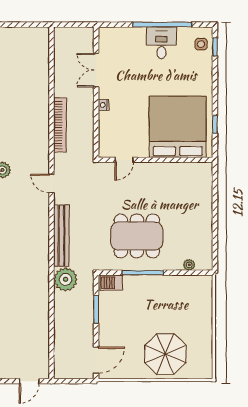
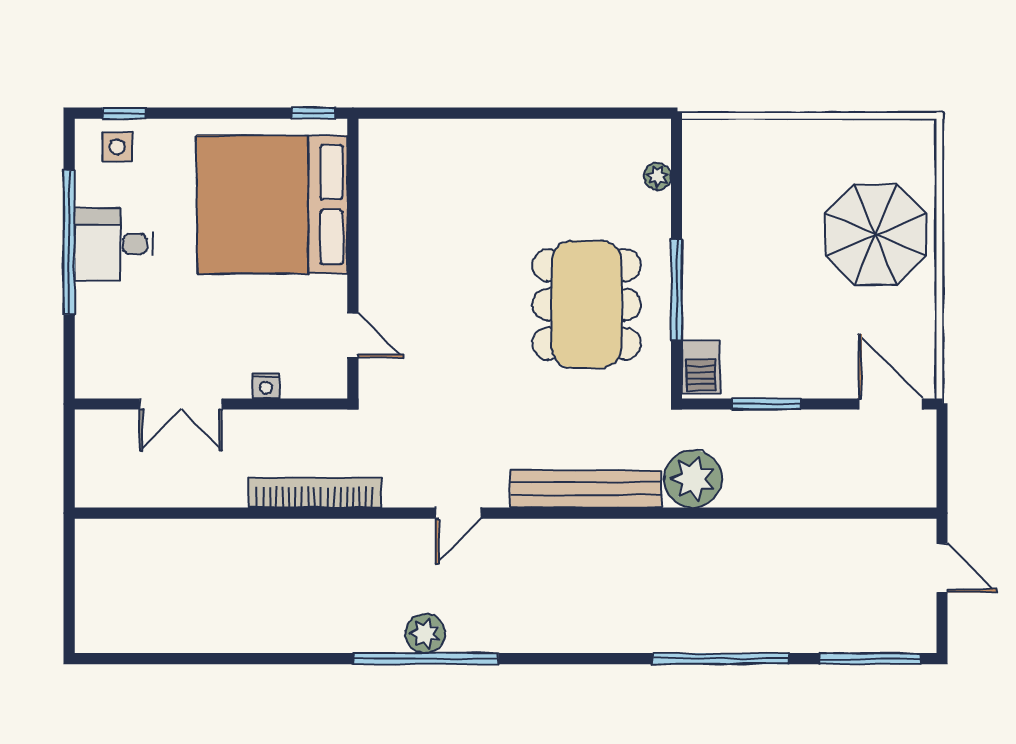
bed: (178, 127) -> (272, 205), moved
door: (124, 160) -> (353, 335), moved
wall: (156, 160) -> (353, 259), moved

